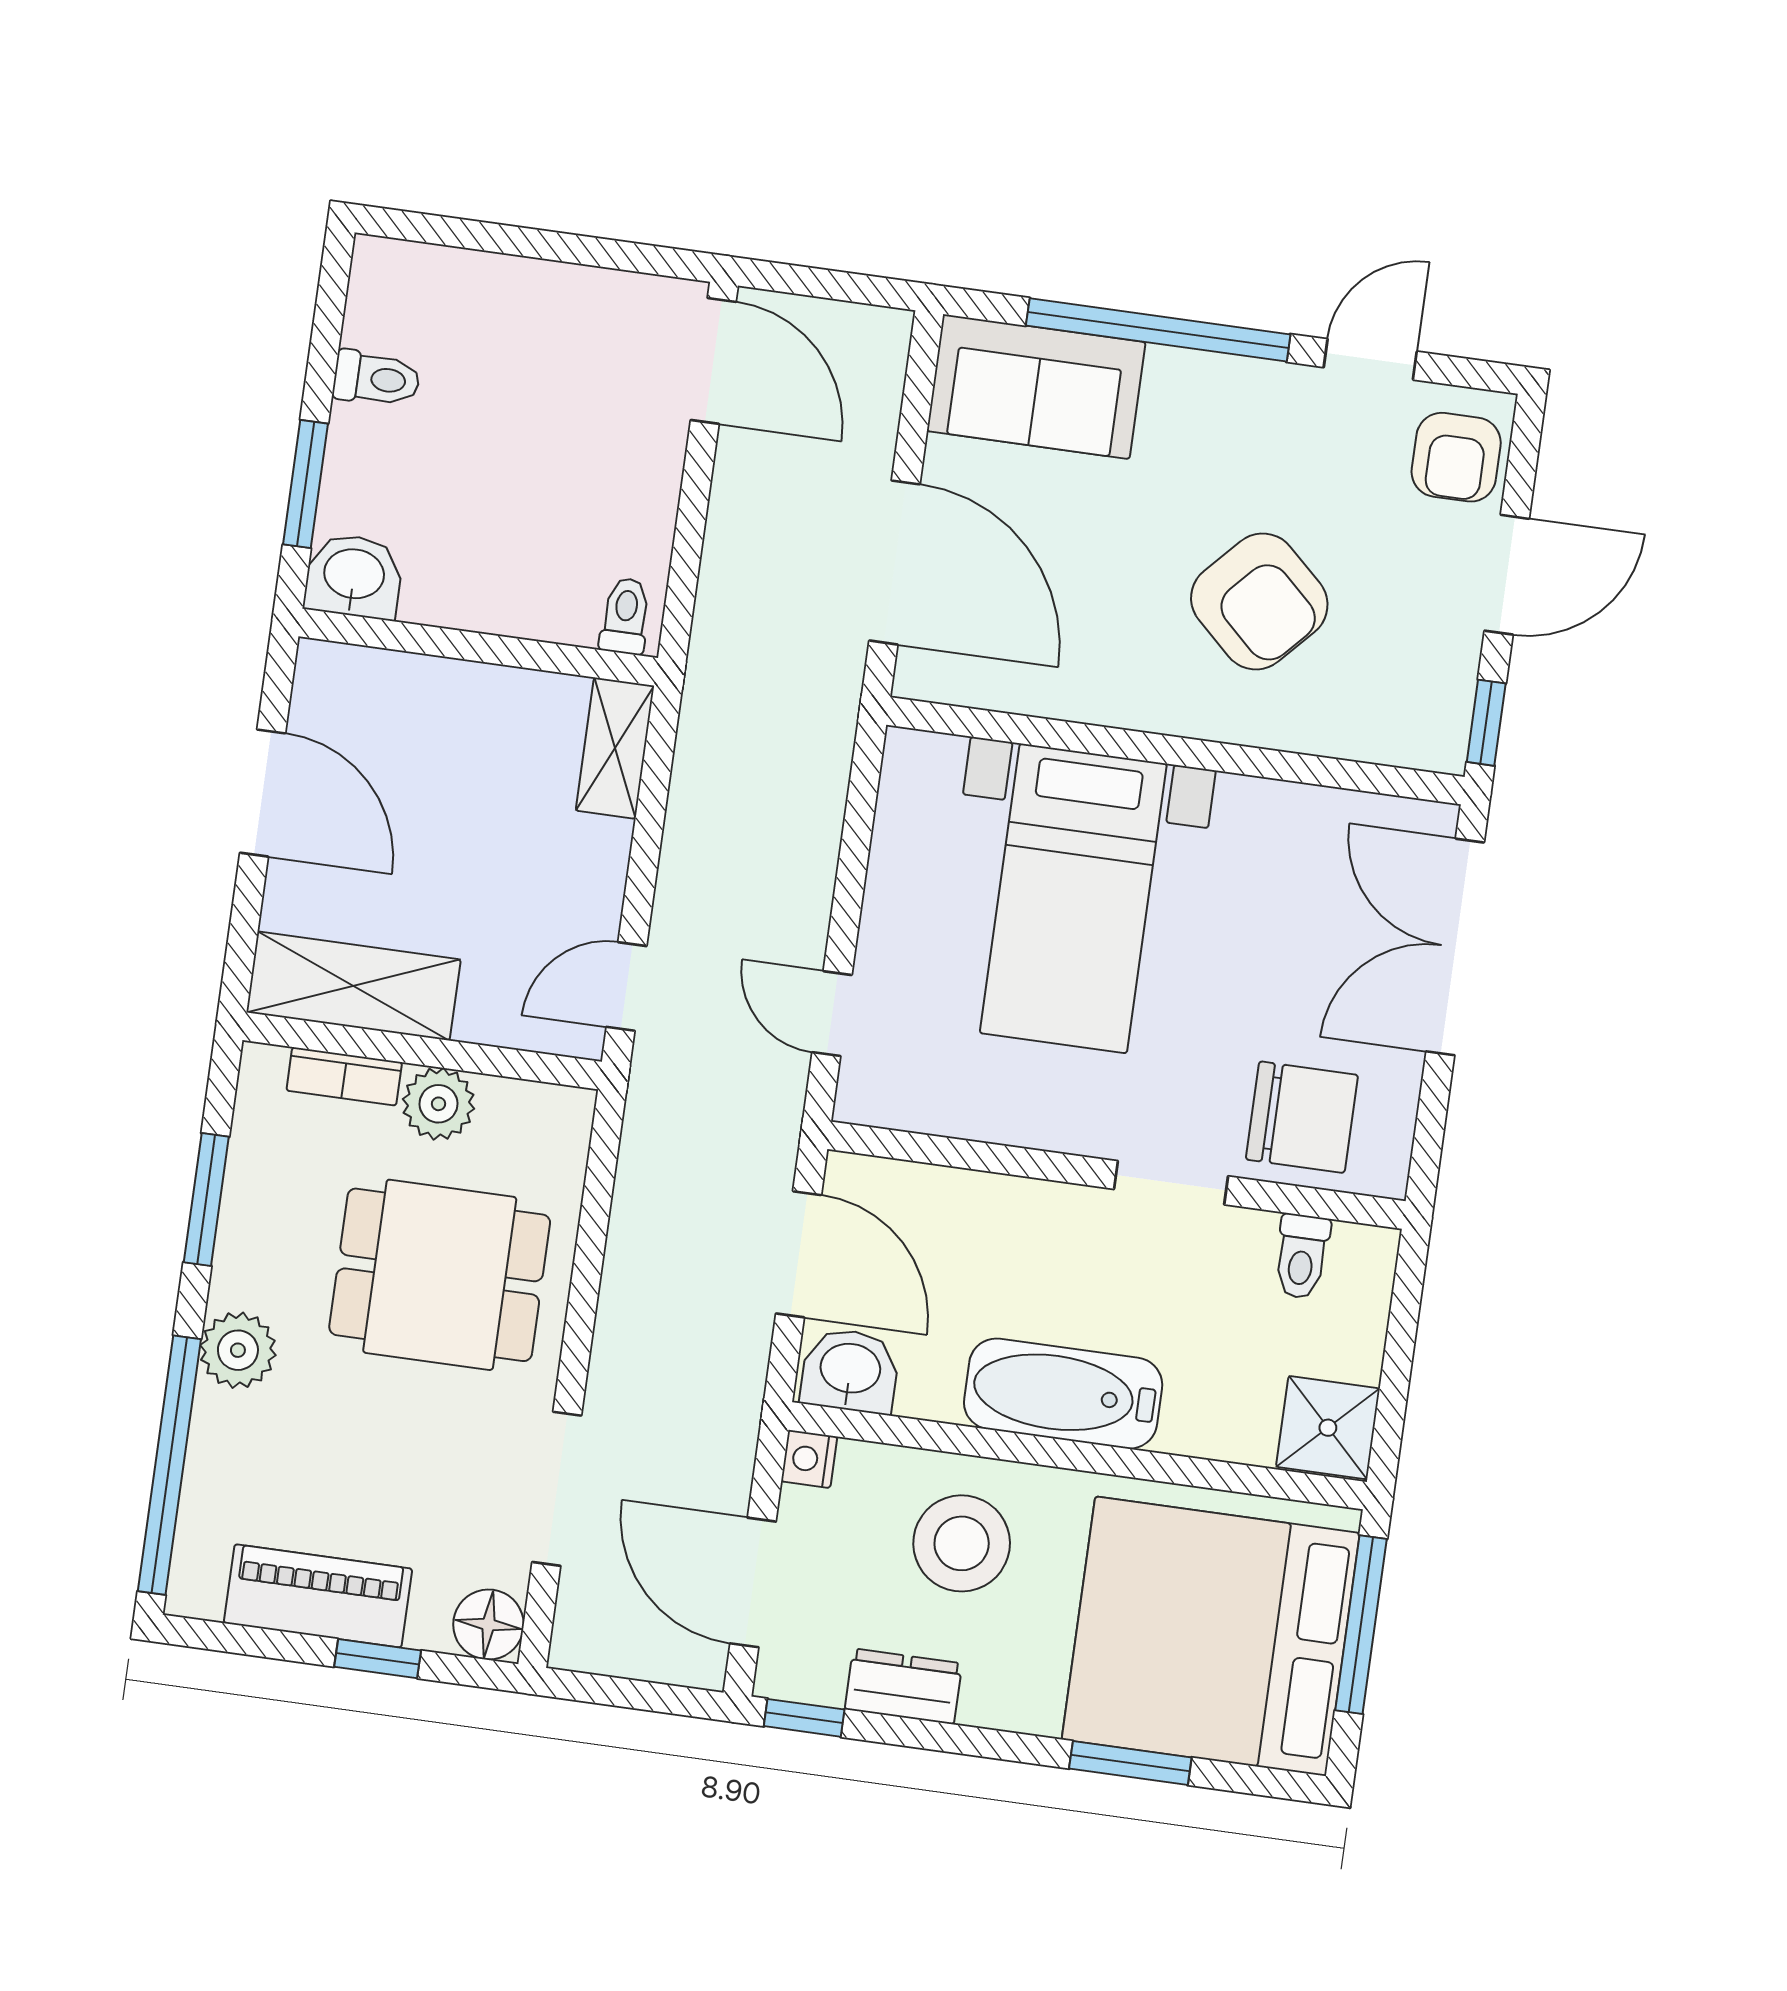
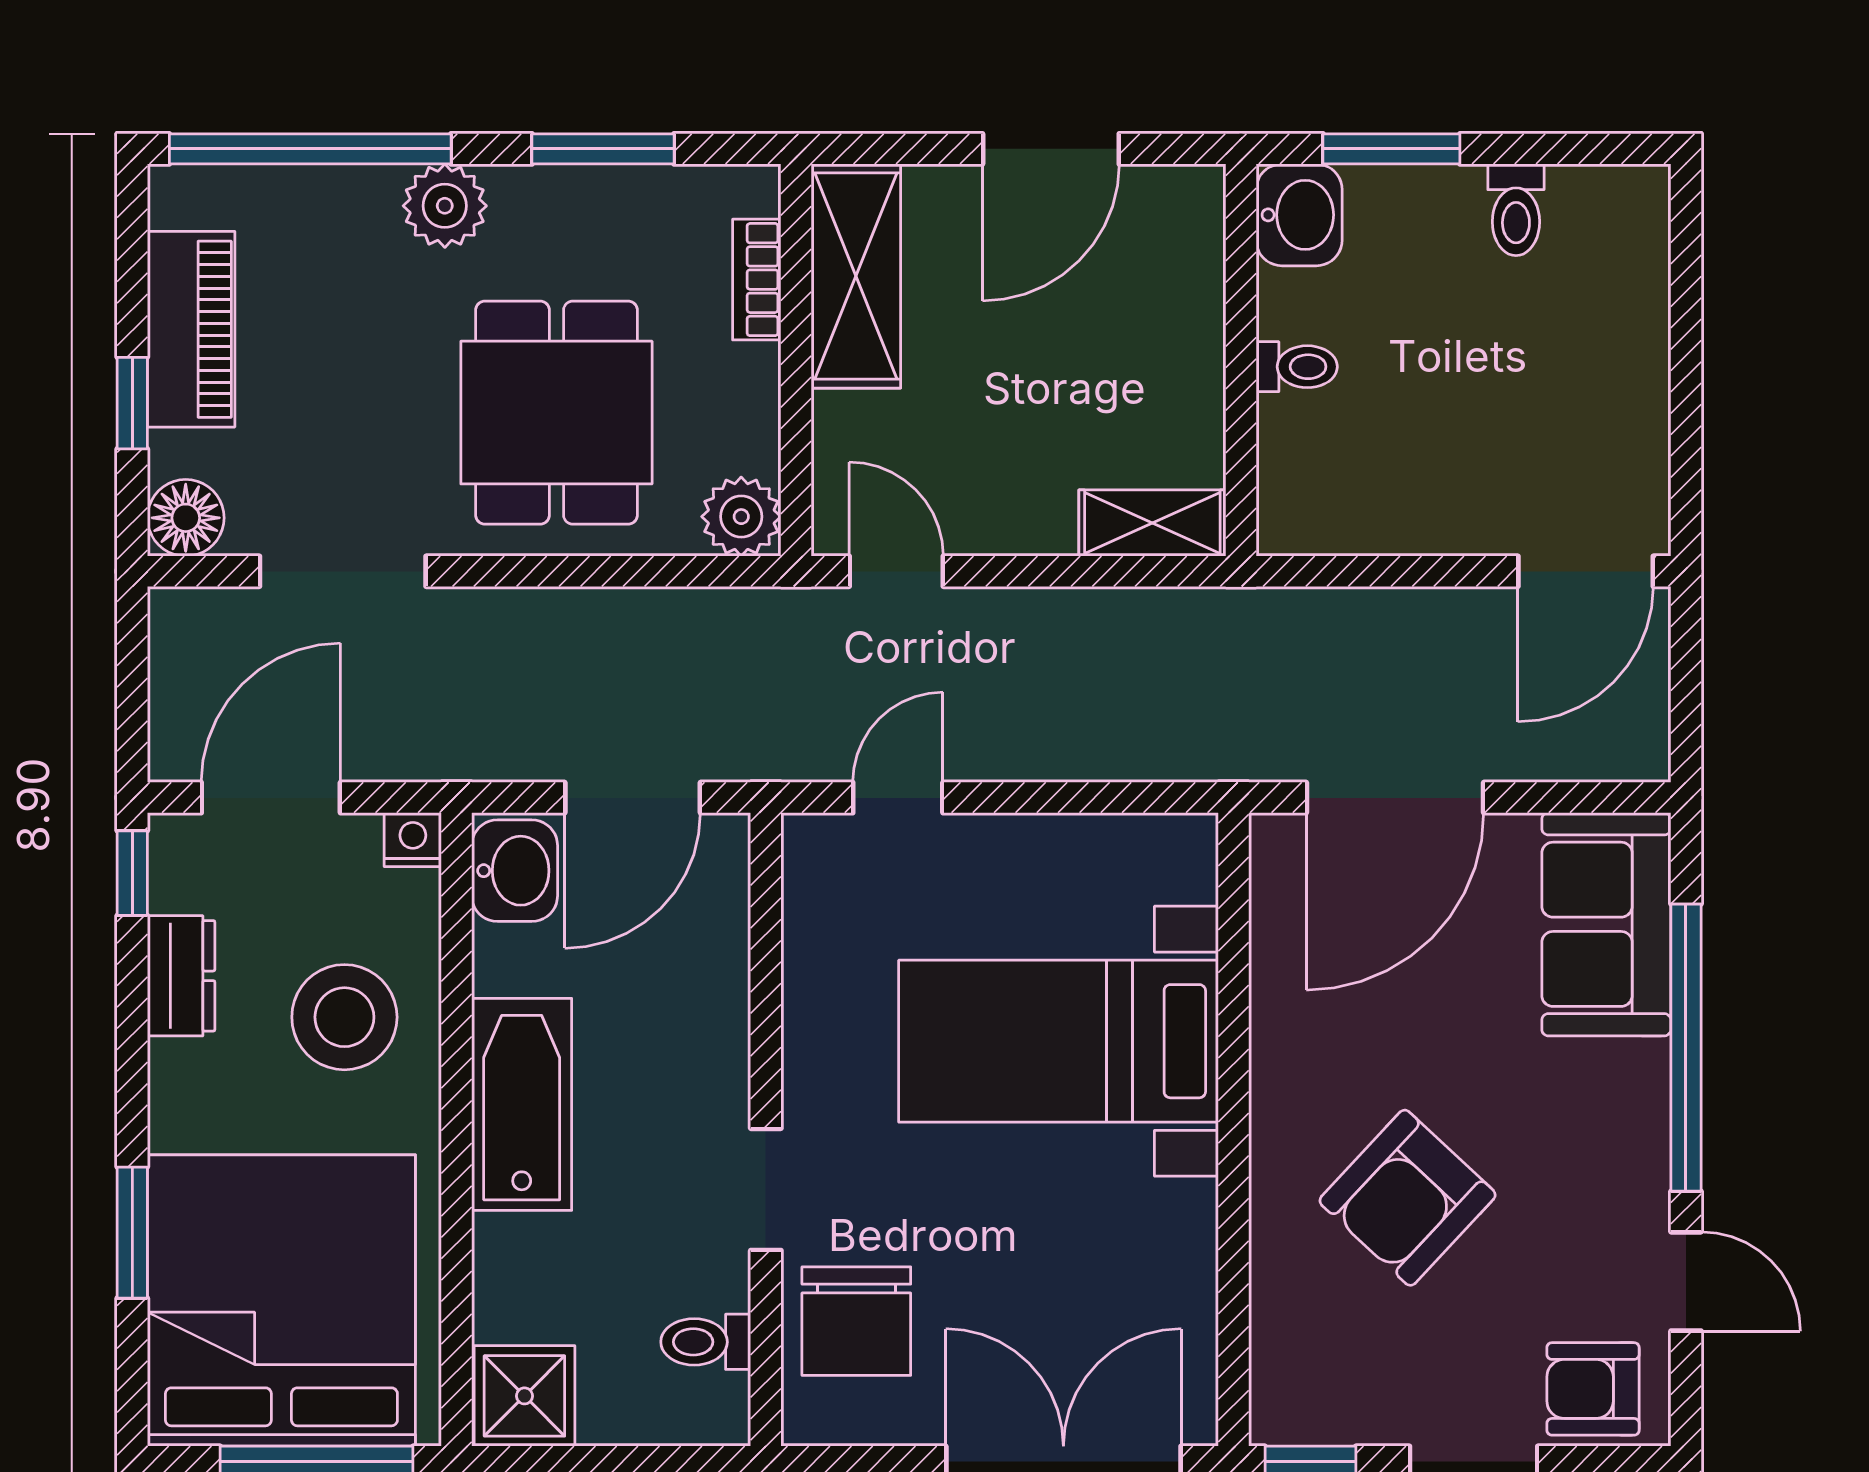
toilet: (625, 616) -> (1297, 367), moved
plant: (439, 1104) -> (741, 517), moved

